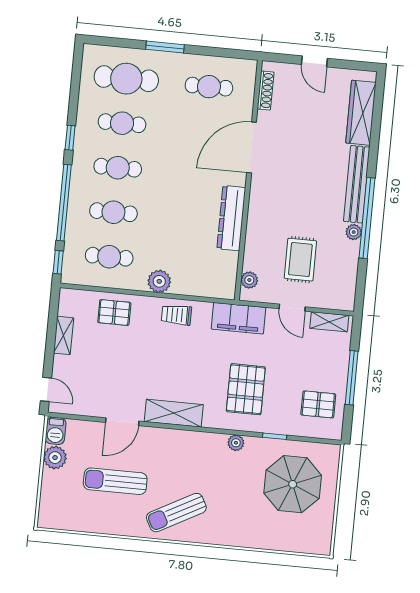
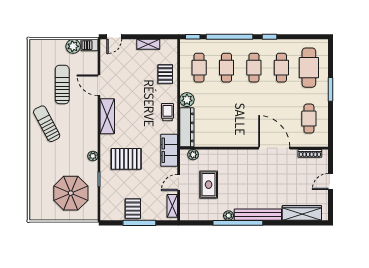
dresser: (231, 218) -> (187, 127), moved, turned 90
rug: (300, 260) -> (209, 185), turned 90
pallet: (318, 404) -> (133, 209), moved

